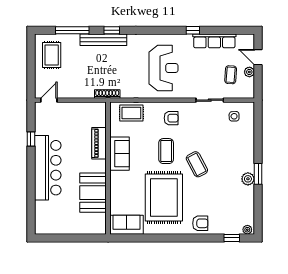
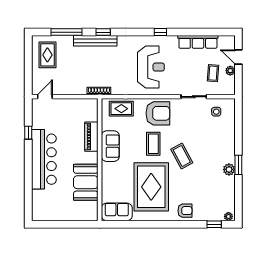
window: (193, 30) -> (160, 32), moved
armchair: (171, 118) -> (158, 113), width x1.88, depth x1.88

